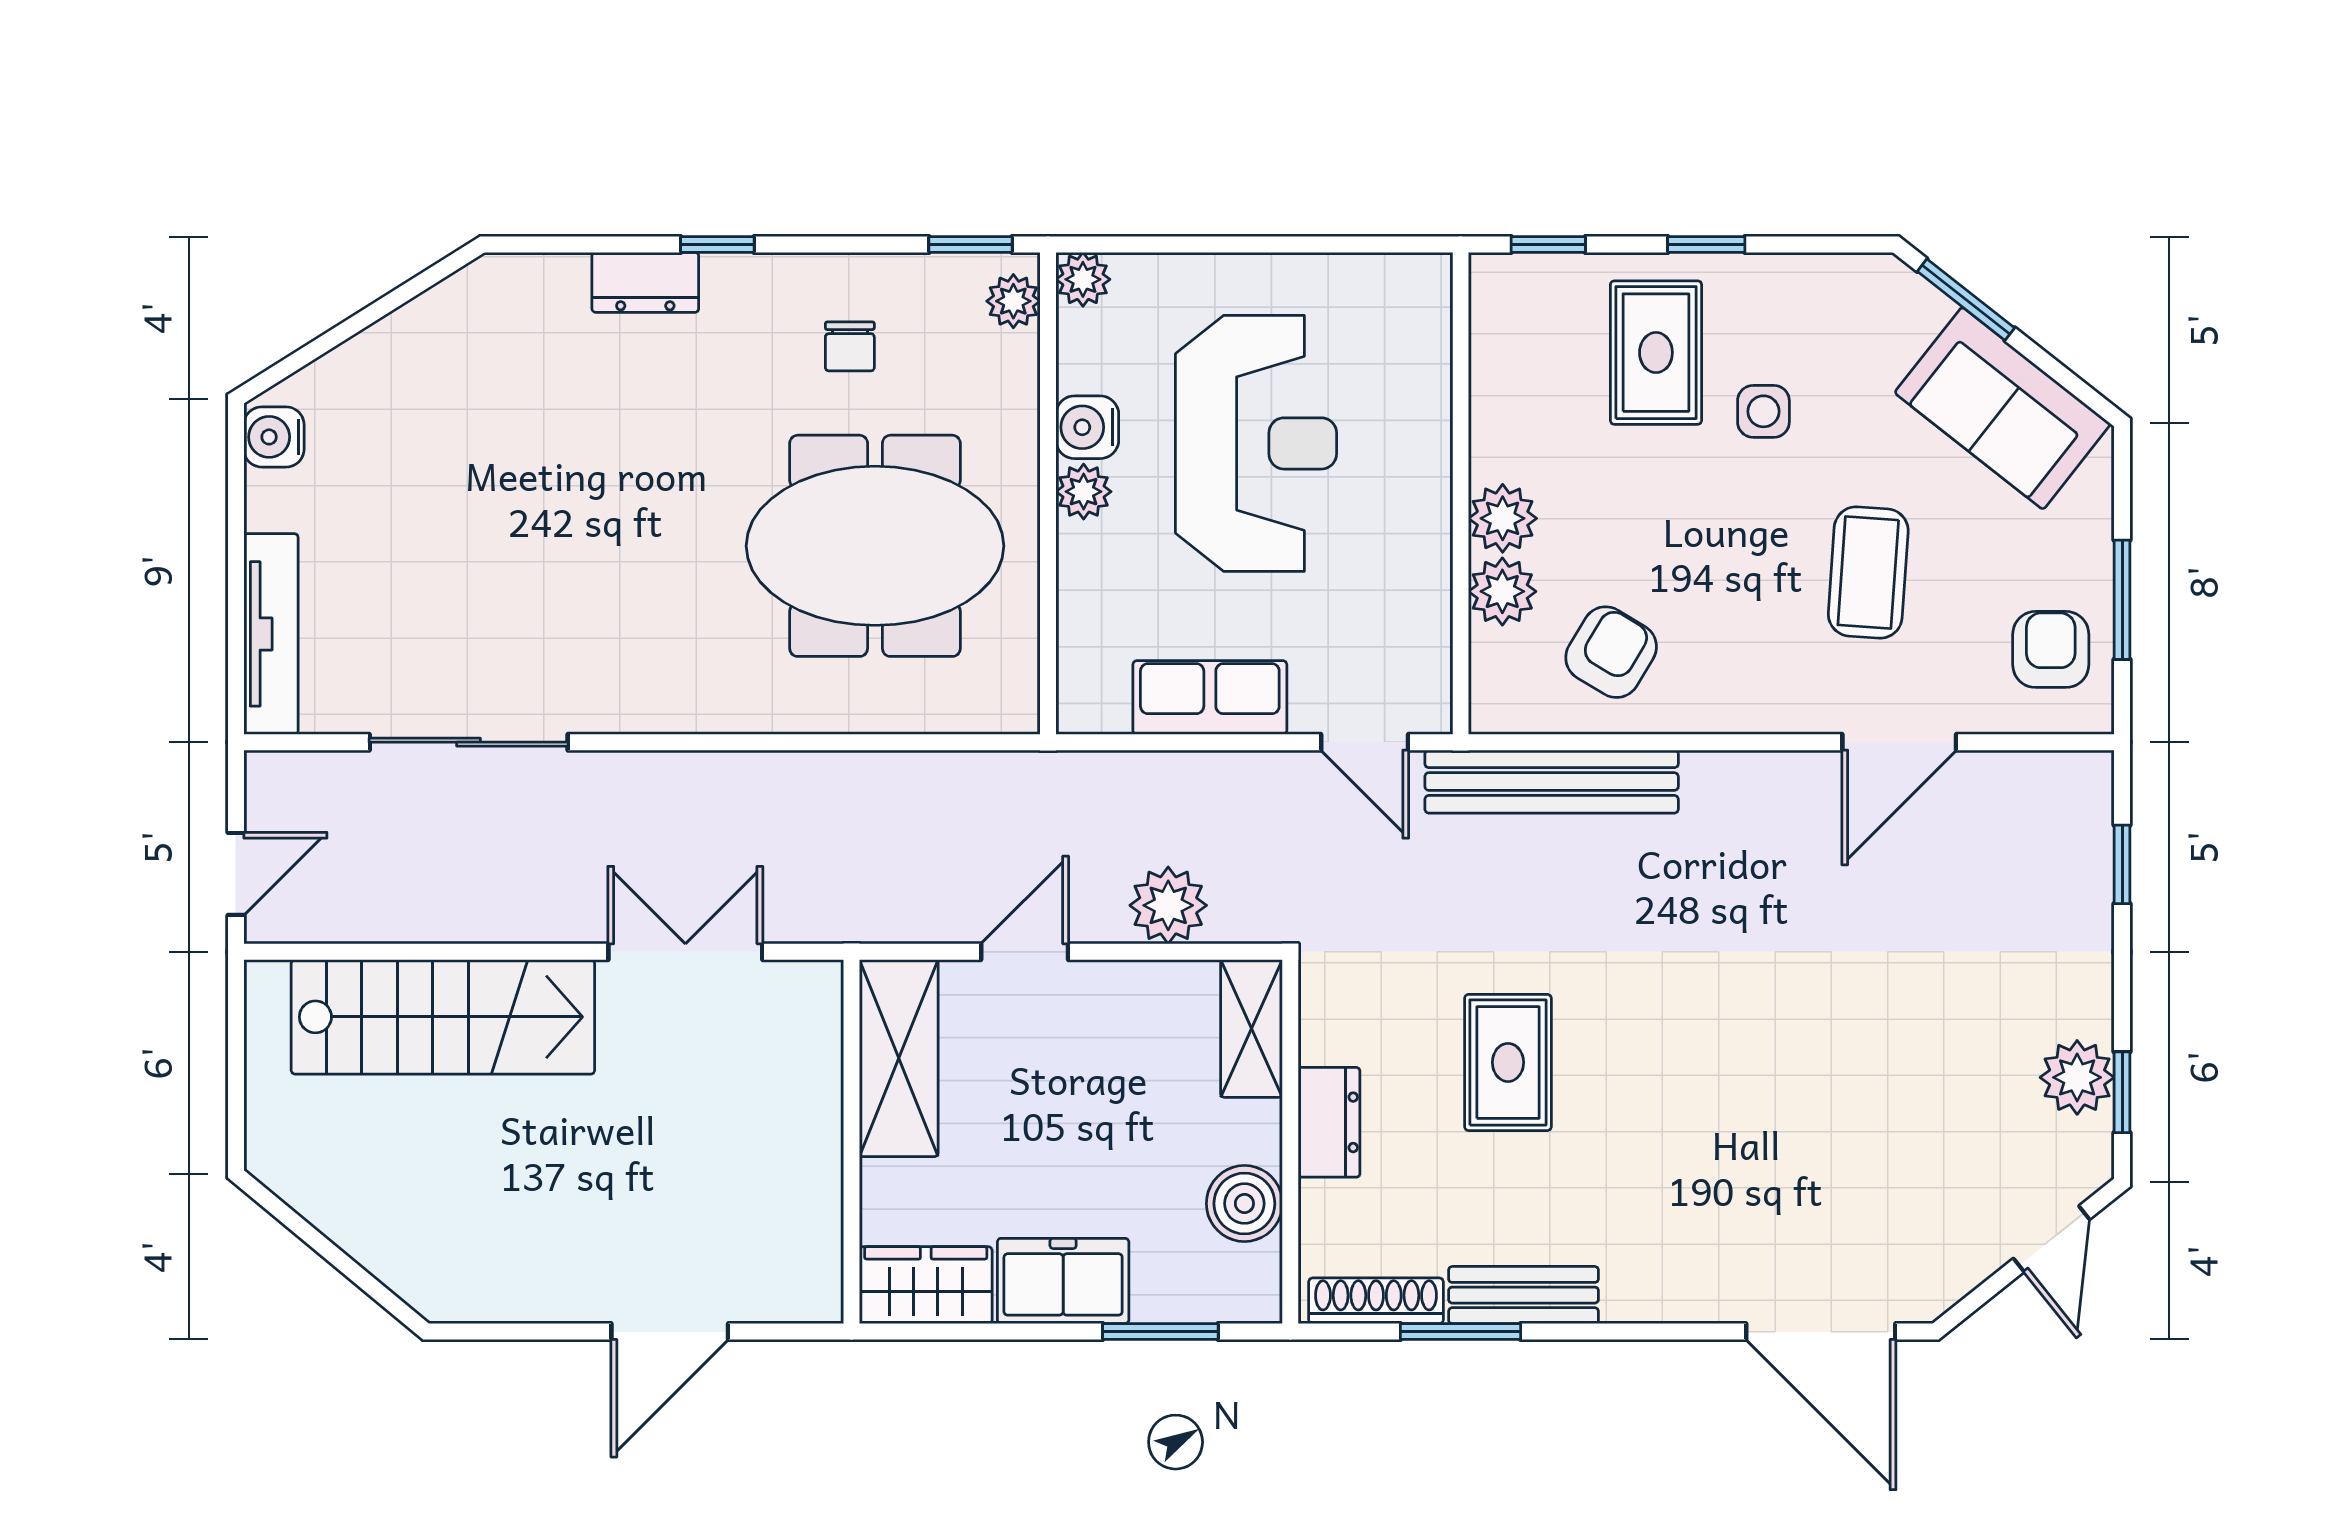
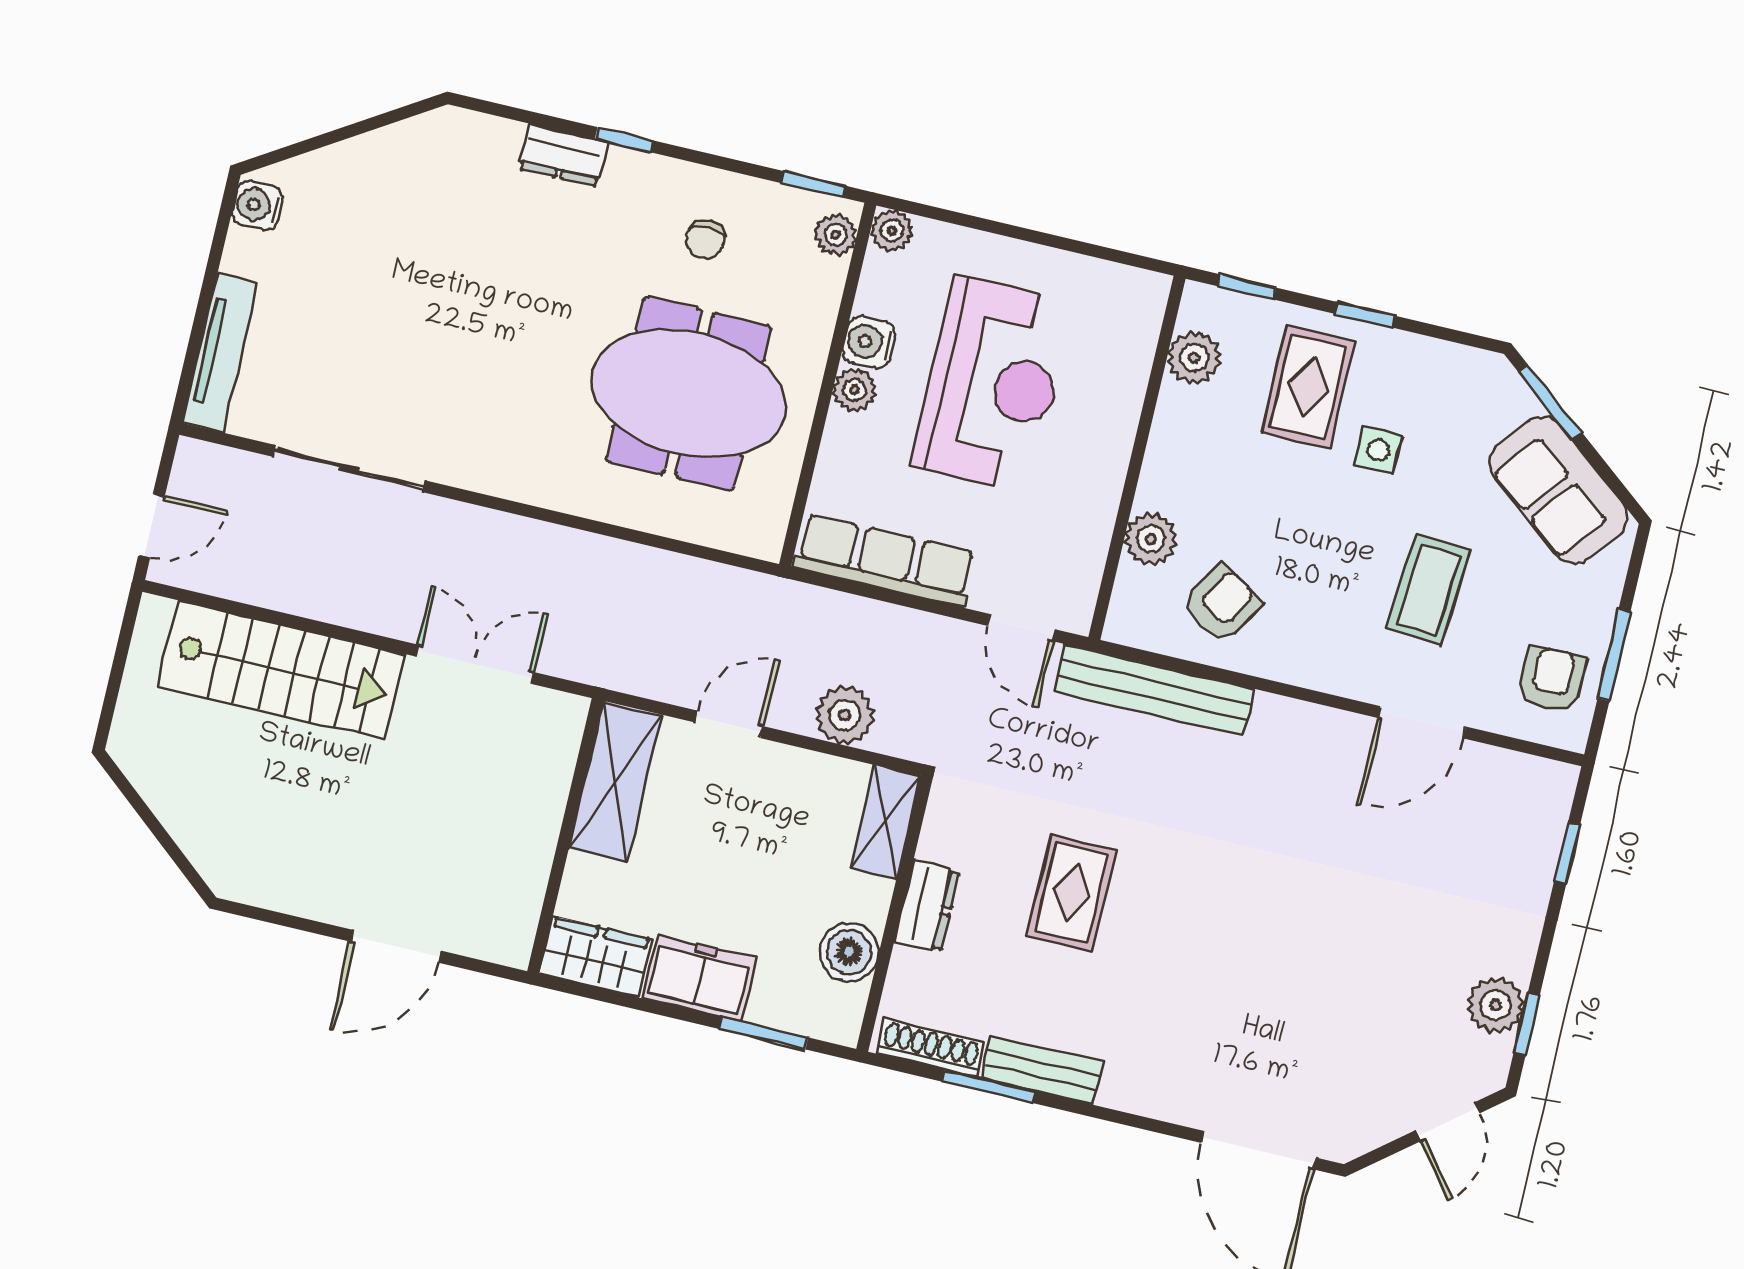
plant: (1503, 518) -> (1194, 358), moved
row of seats: (1210, 697) -> (885, 560), width x1.48

